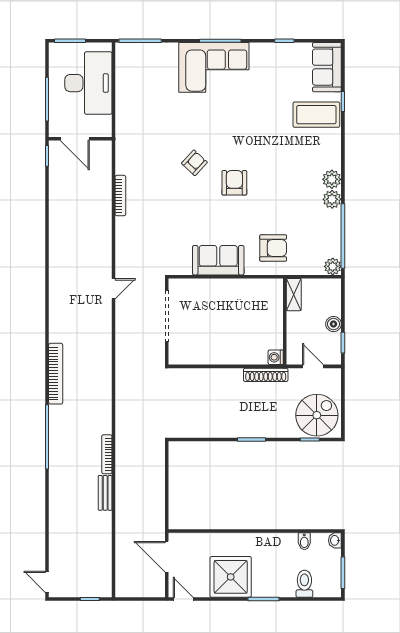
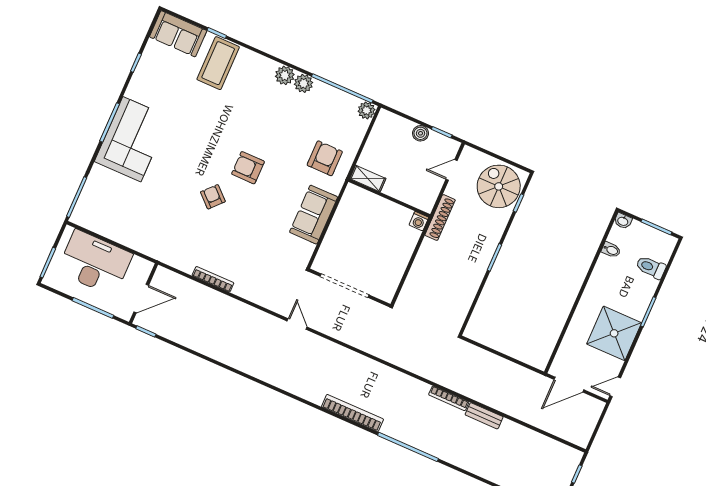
shelving: (294, 295) -> (368, 178), moved
wall: (285, 322) -> (389, 198), moved
washing machine: (276, 357) -> (419, 221), moved

